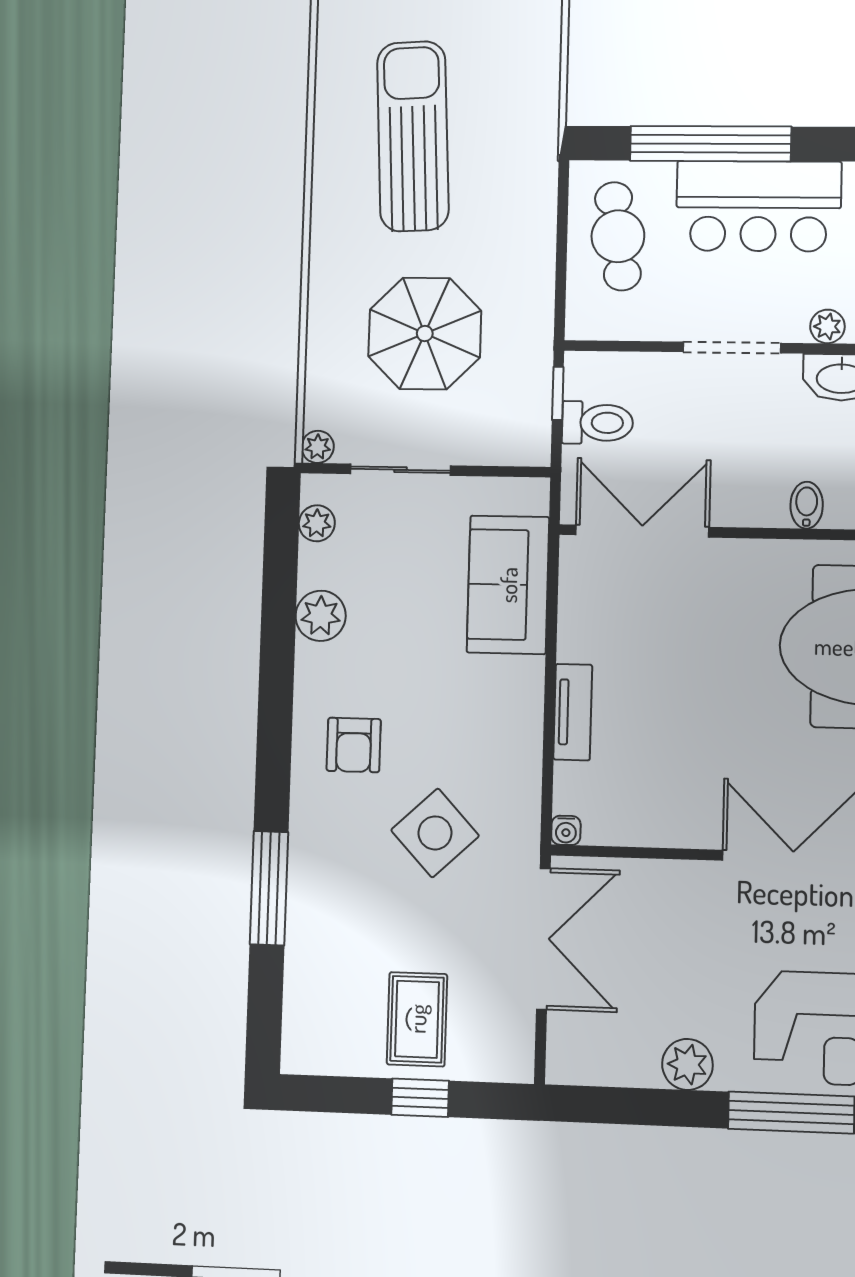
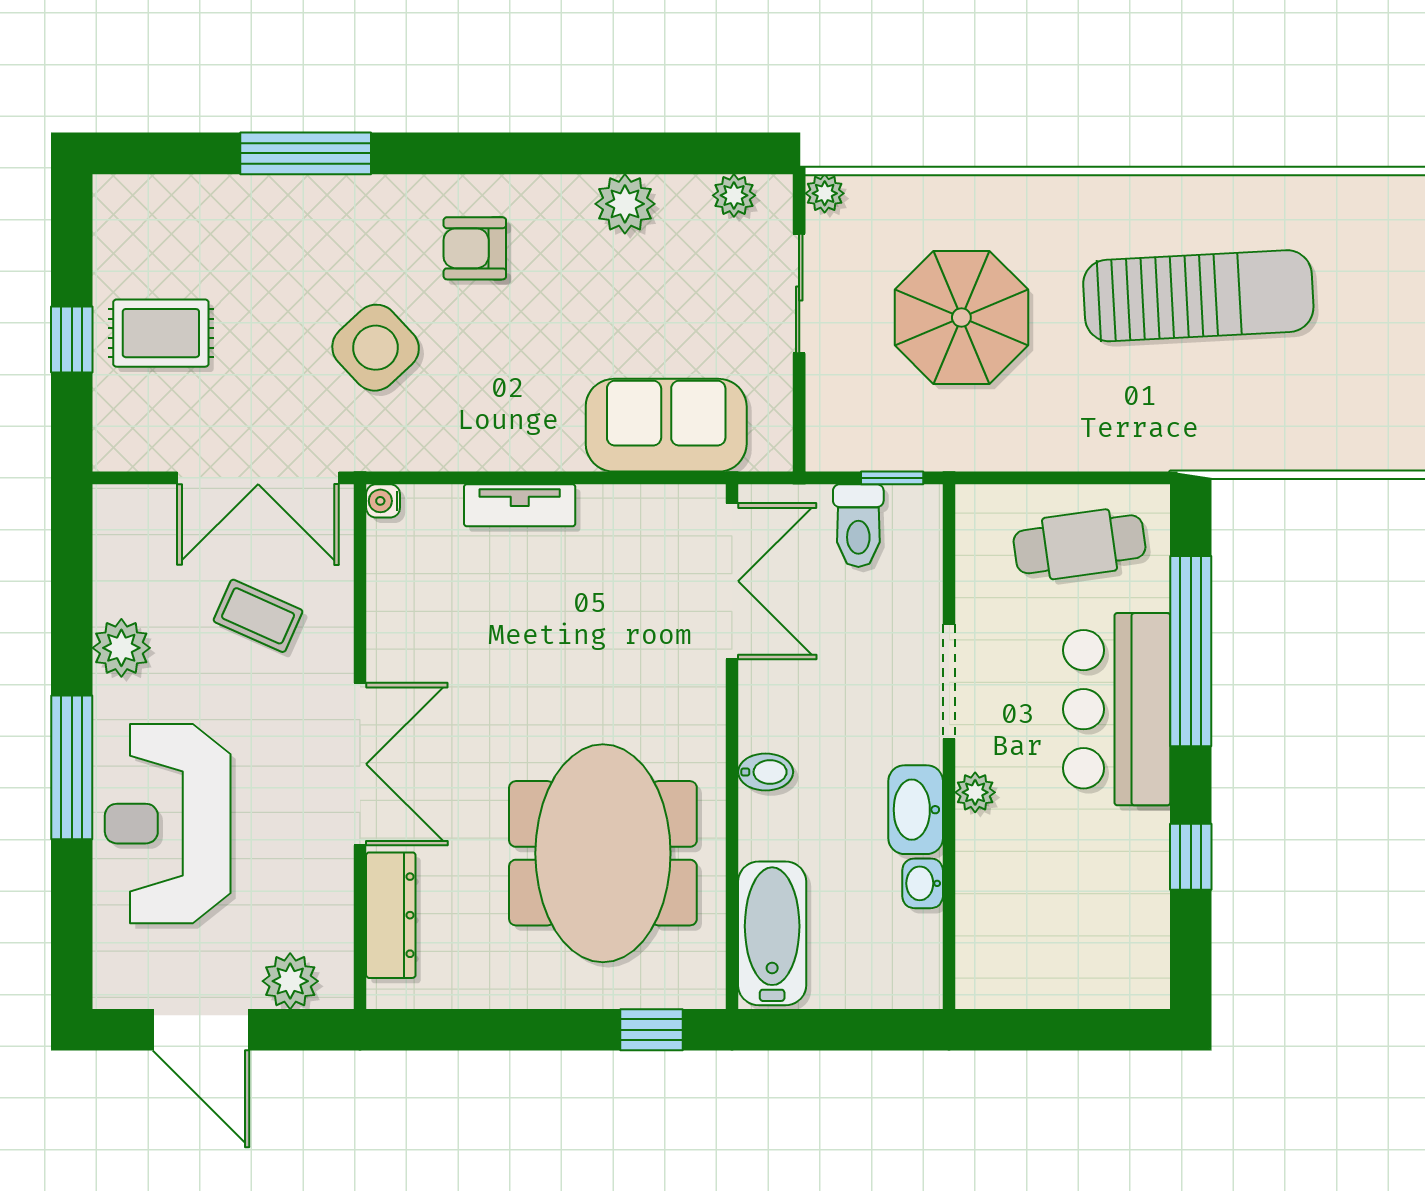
coffee table: (662, 943) -> (258, 616), added

